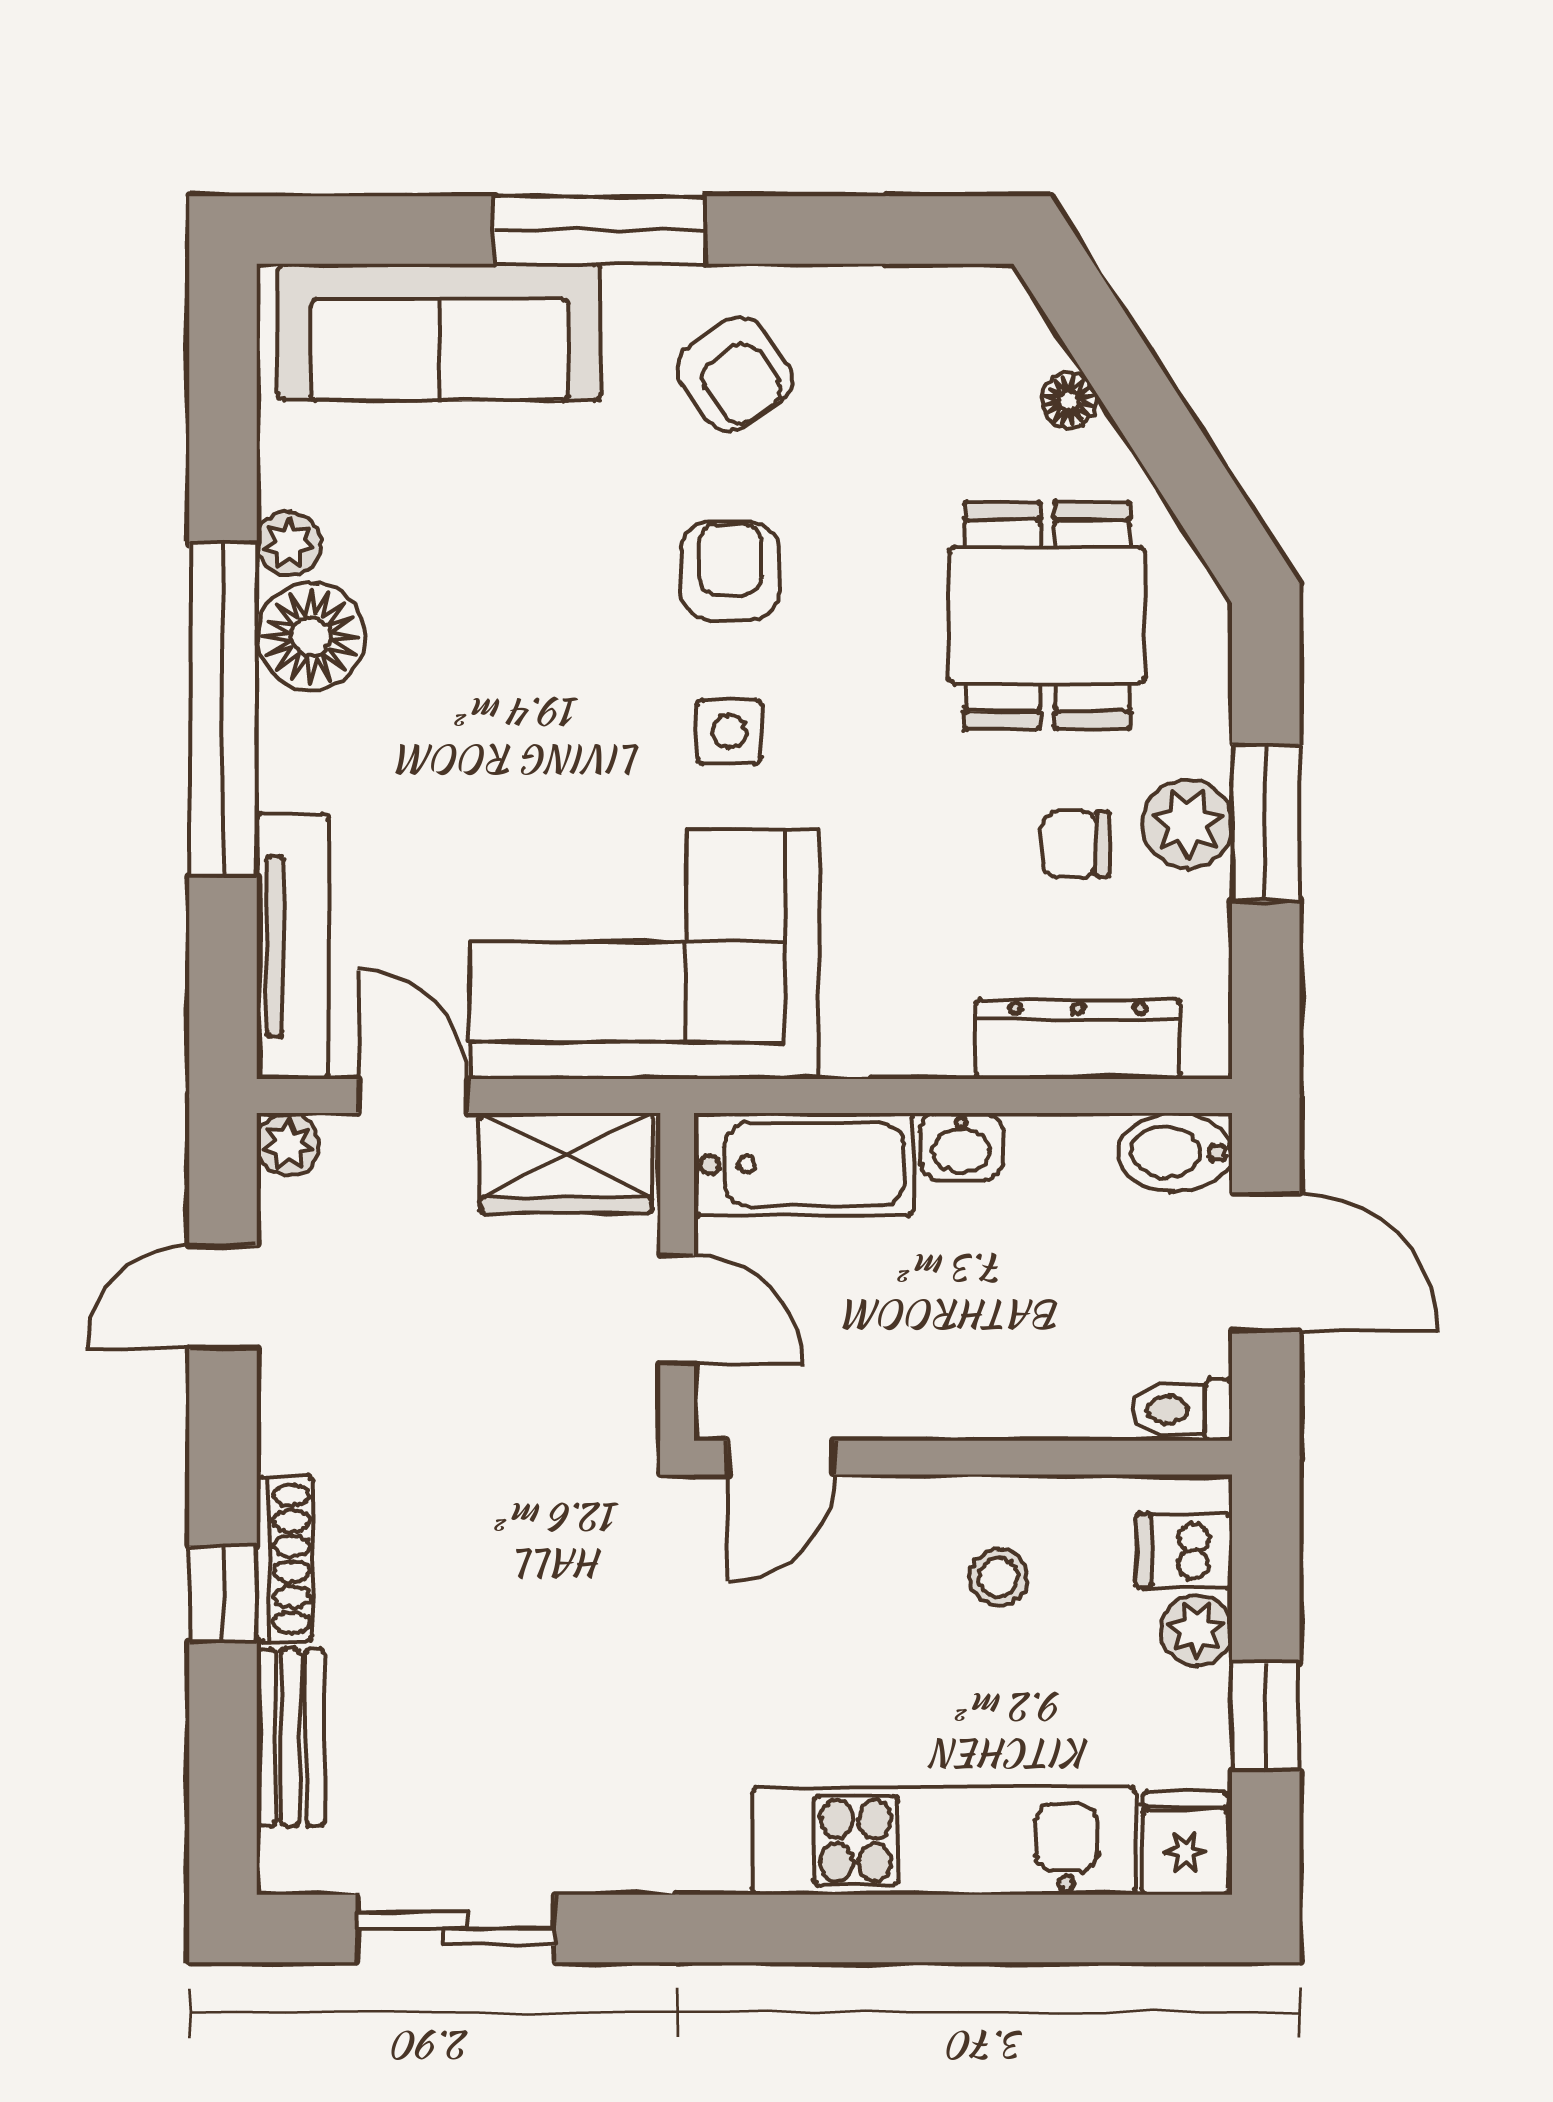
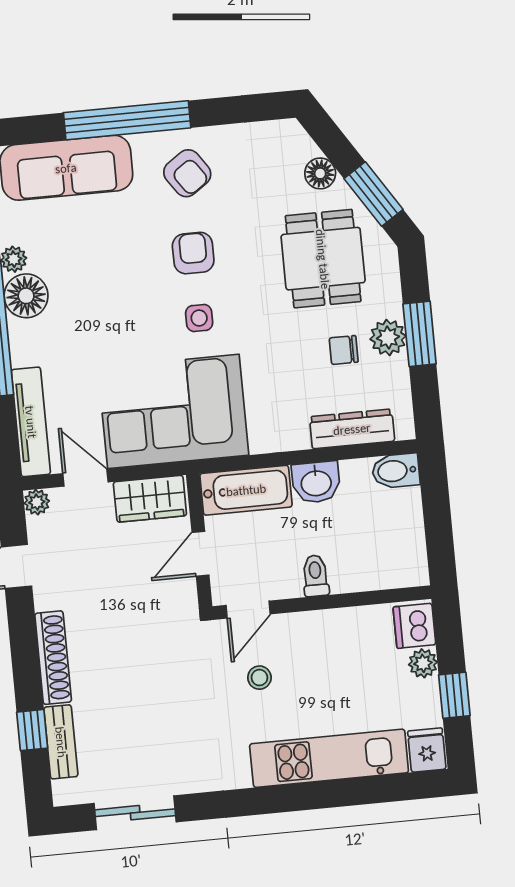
window: (600, 230) -> (127, 120), width x1.46
floor lamp: (1069, 400) -> (320, 173), width x1.37, depth x1.37
window: (1186, 469) -> (373, 194), added
washbasin: (961, 1146) -> (316, 482), width x1.38, depth x1.45
door: (1266, 1262) -> (437, 512), removed
door: (677, 1310) -> (201, 554), swing flipped
toilet: (1182, 1410) -> (315, 576), moved, turned 90
dishwasher: (1184, 1551) -> (414, 626), width x1.38
shoe rack: (285, 1559) -> (53, 658), width x1.36, depth x1.24
stool: (999, 1578) -> (259, 678), moved
window: (223, 1594) -> (32, 730), moved

